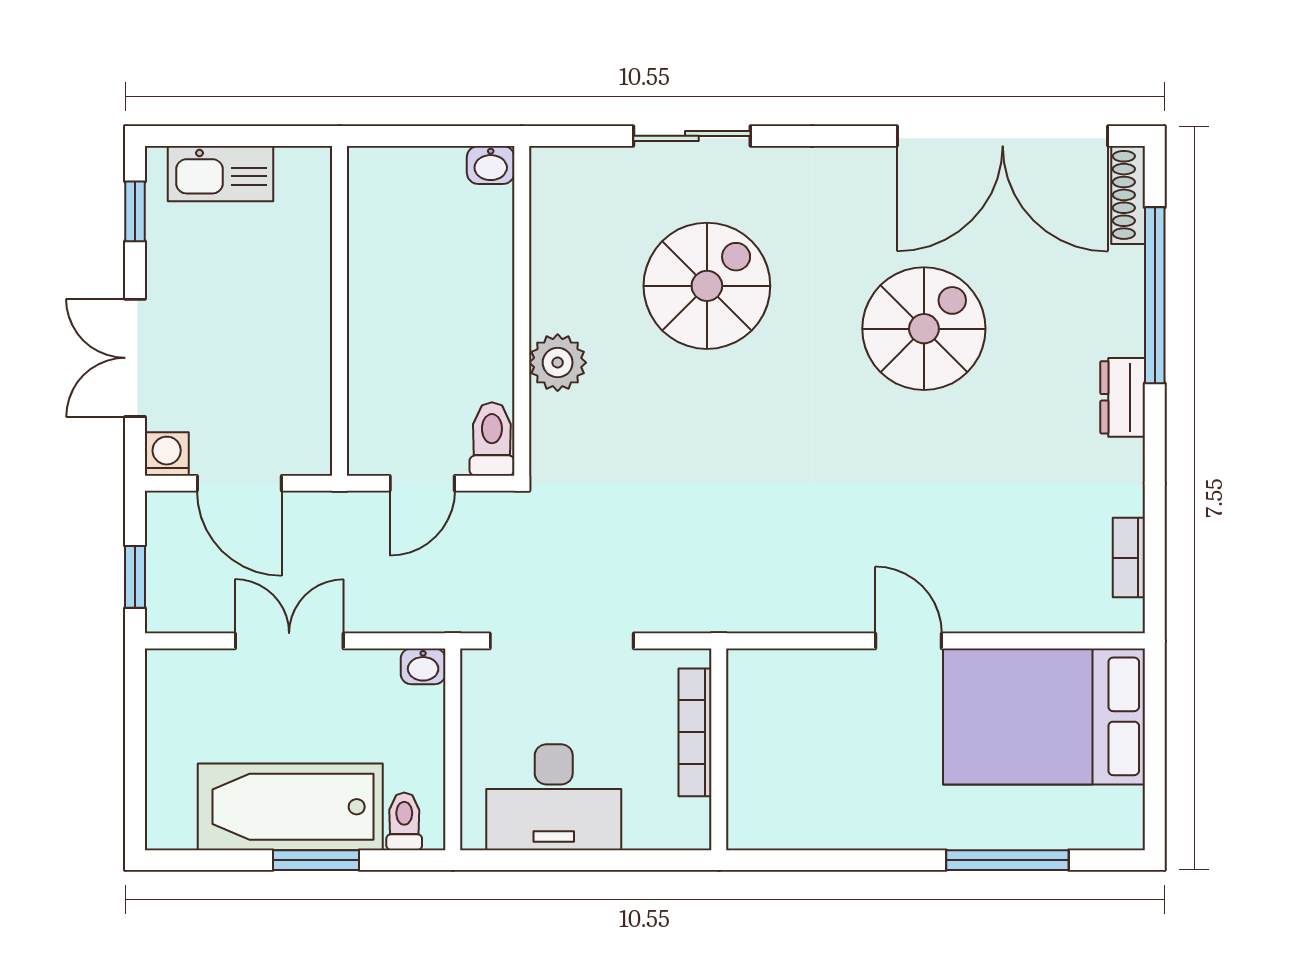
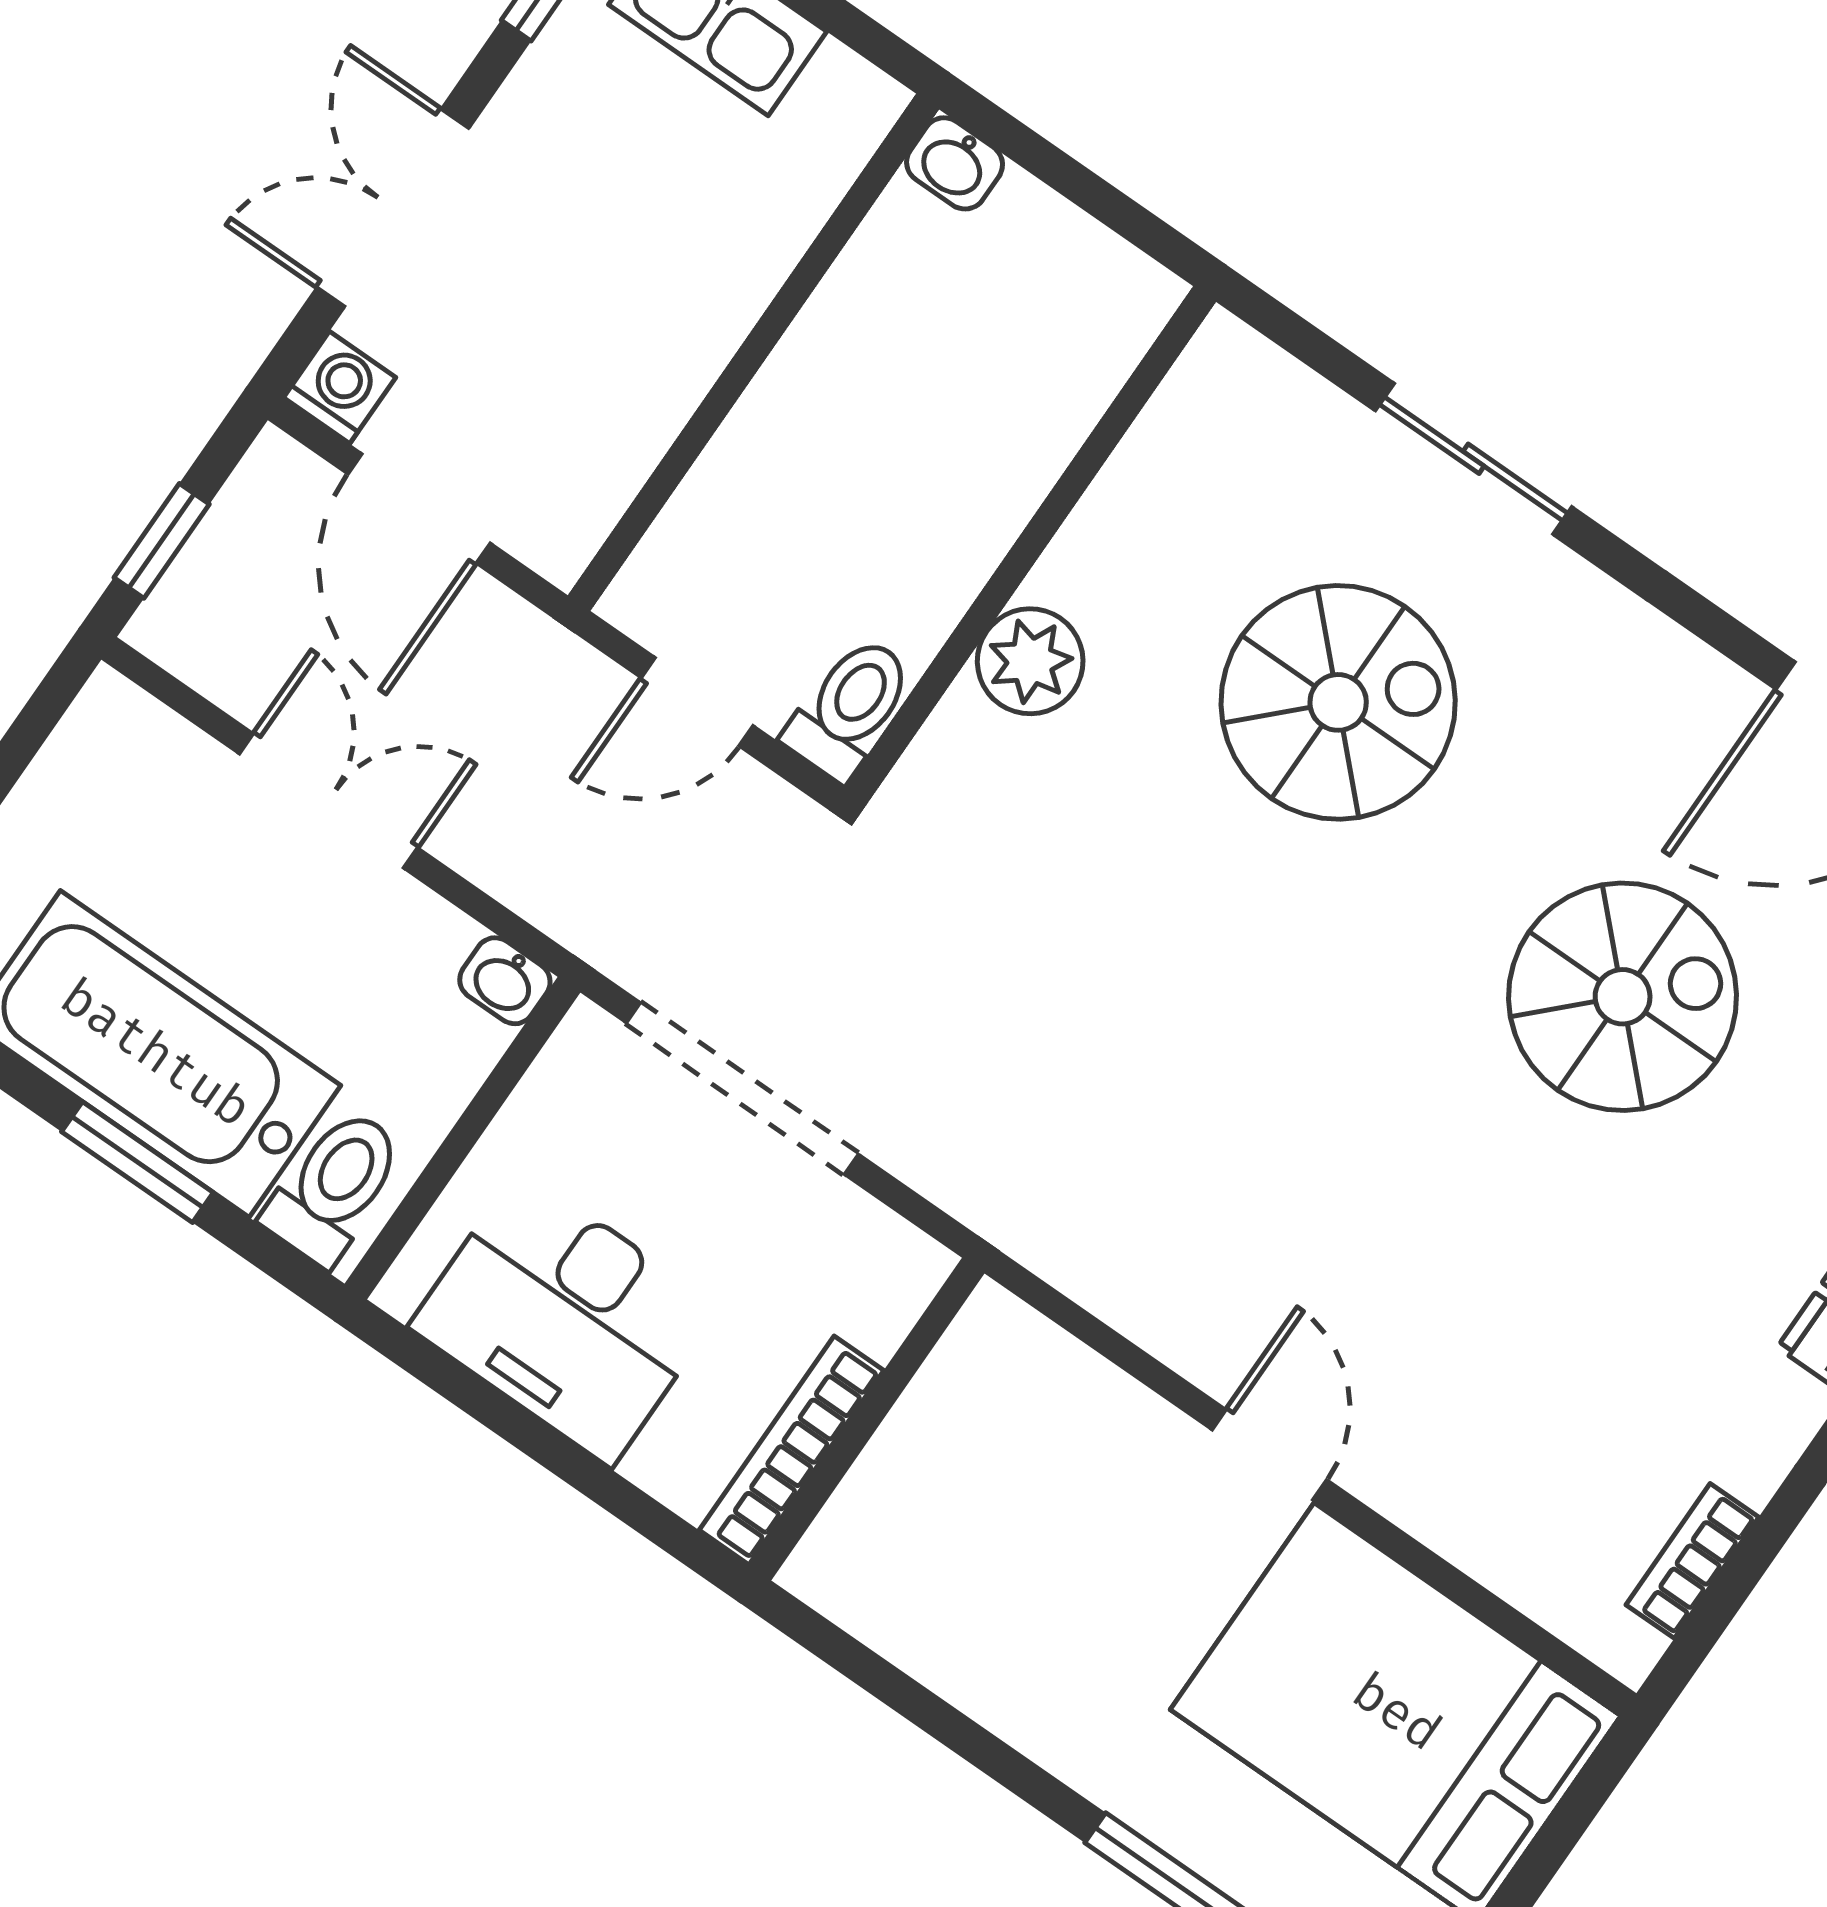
washbasin: (491, 165) -> (955, 163), moved
bookcase: (695, 732) -> (791, 1450), moved
toilet: (404, 821) -> (334, 1186), width x1.37, depth x1.39

